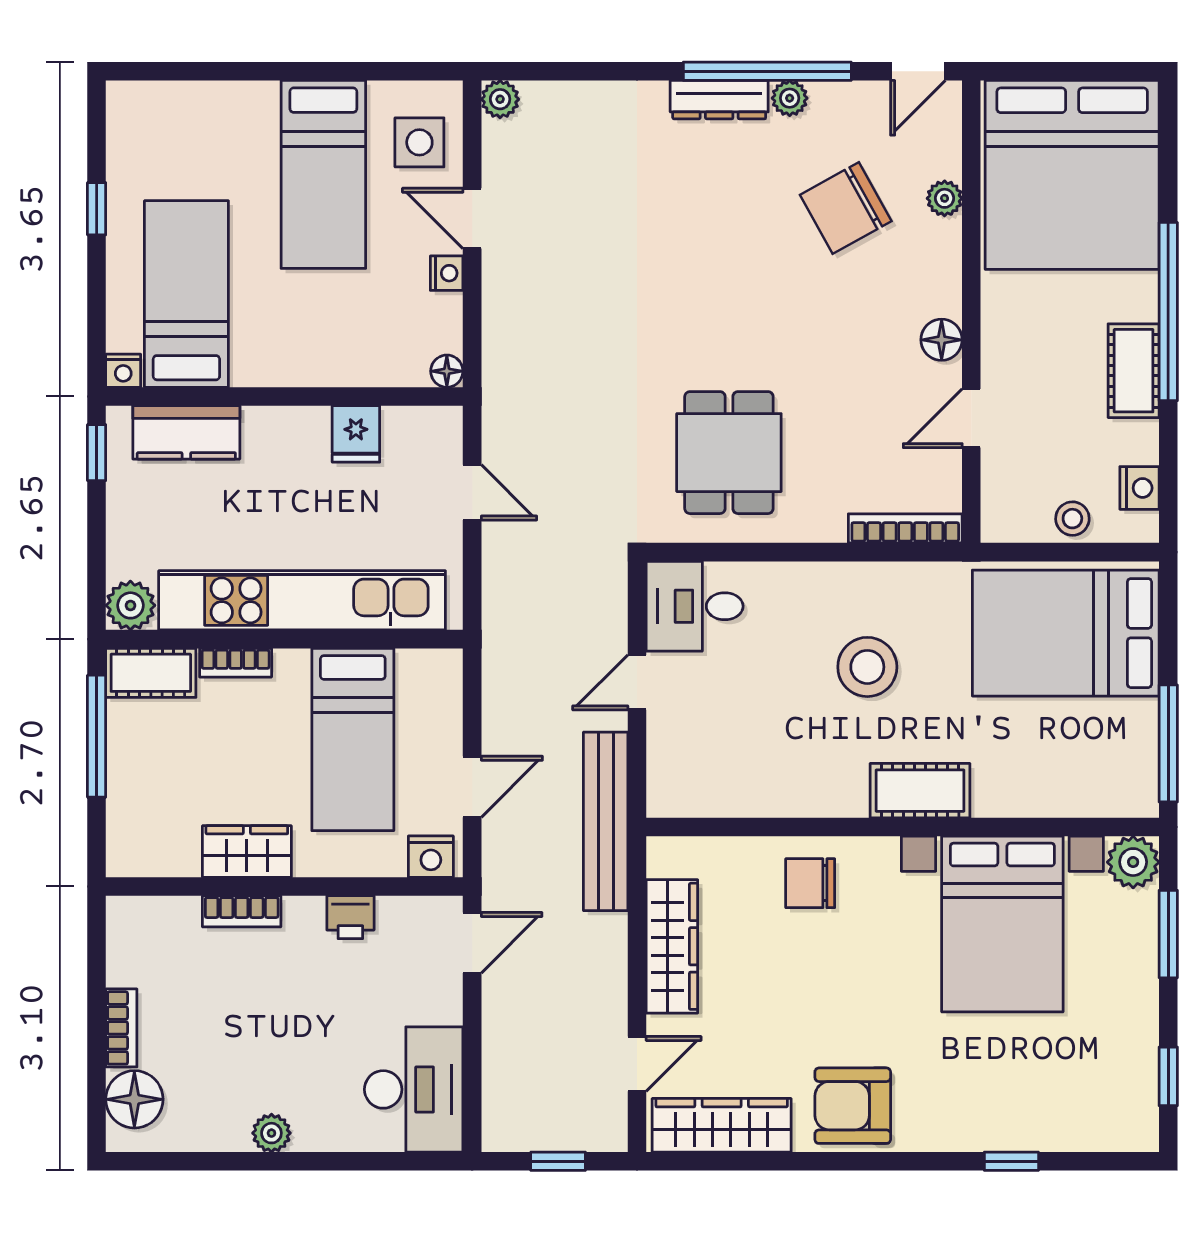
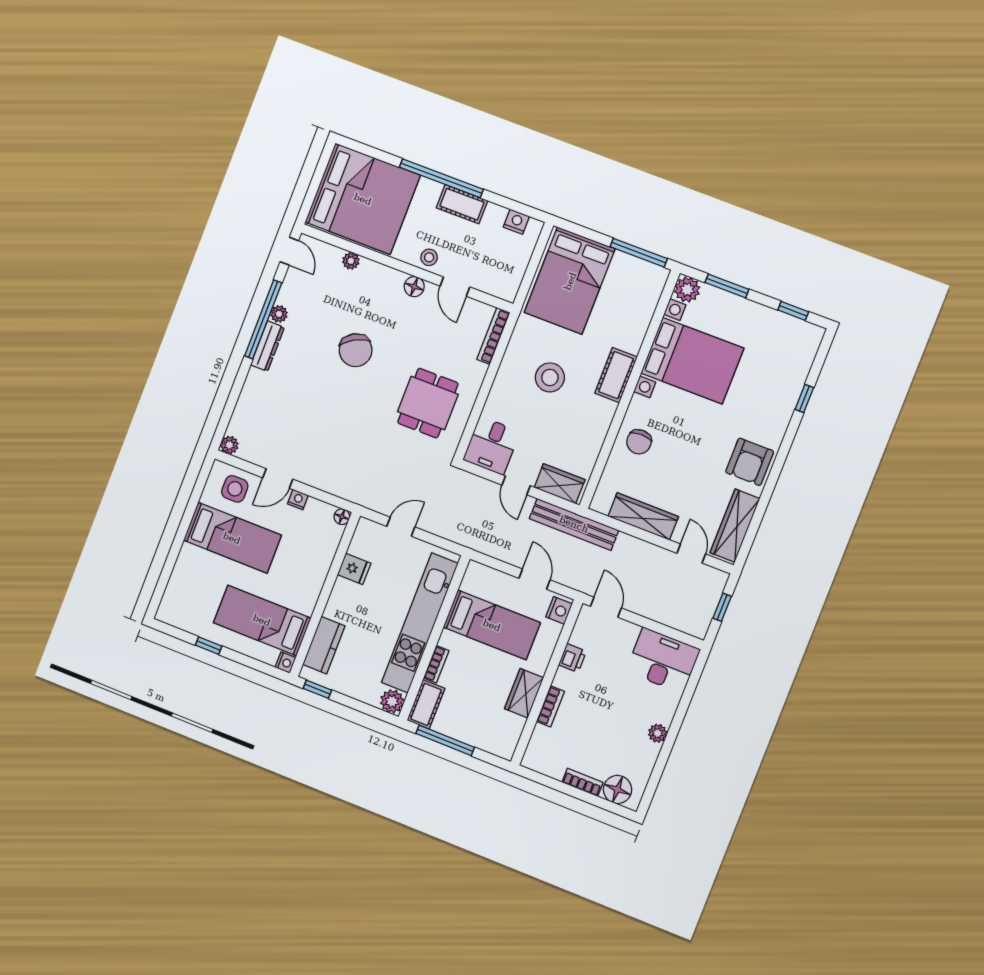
chair: (846, 208) -> (356, 350), moved
dining table: (729, 453) -> (428, 403), turned 90
stool: (1072, 519) -> (429, 257), moved
wardrobe: (672, 764) -> (560, 484), added

